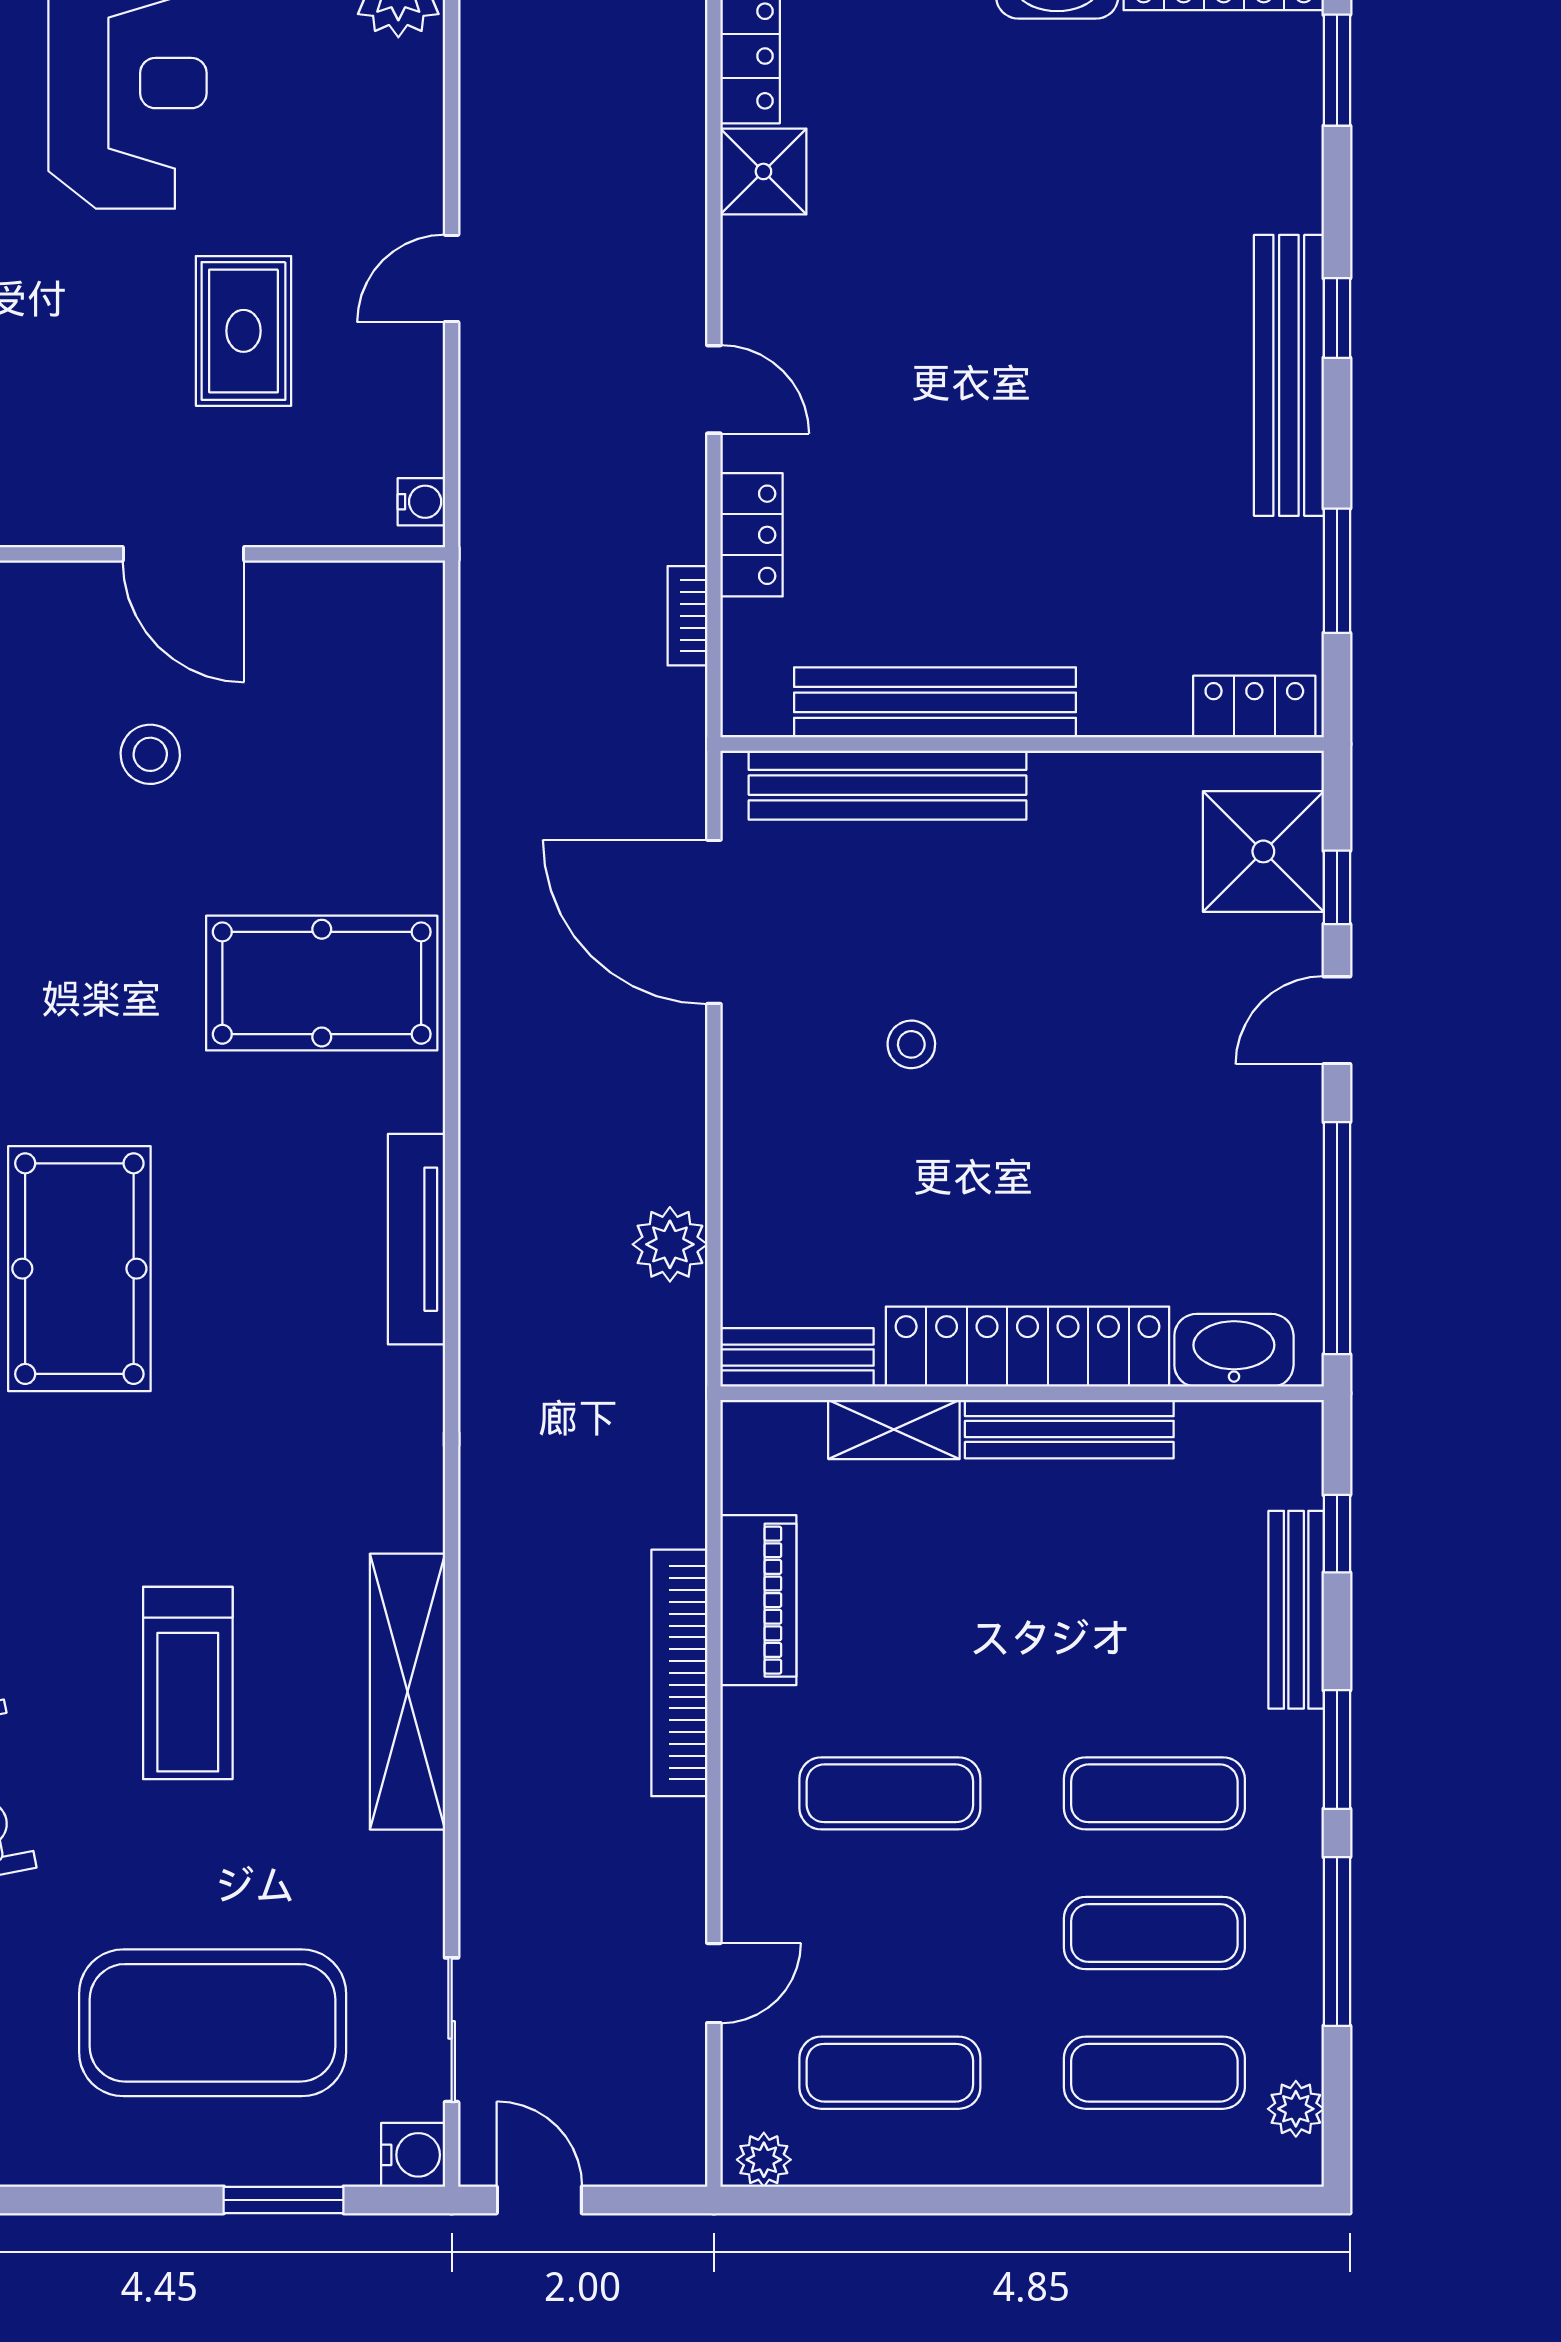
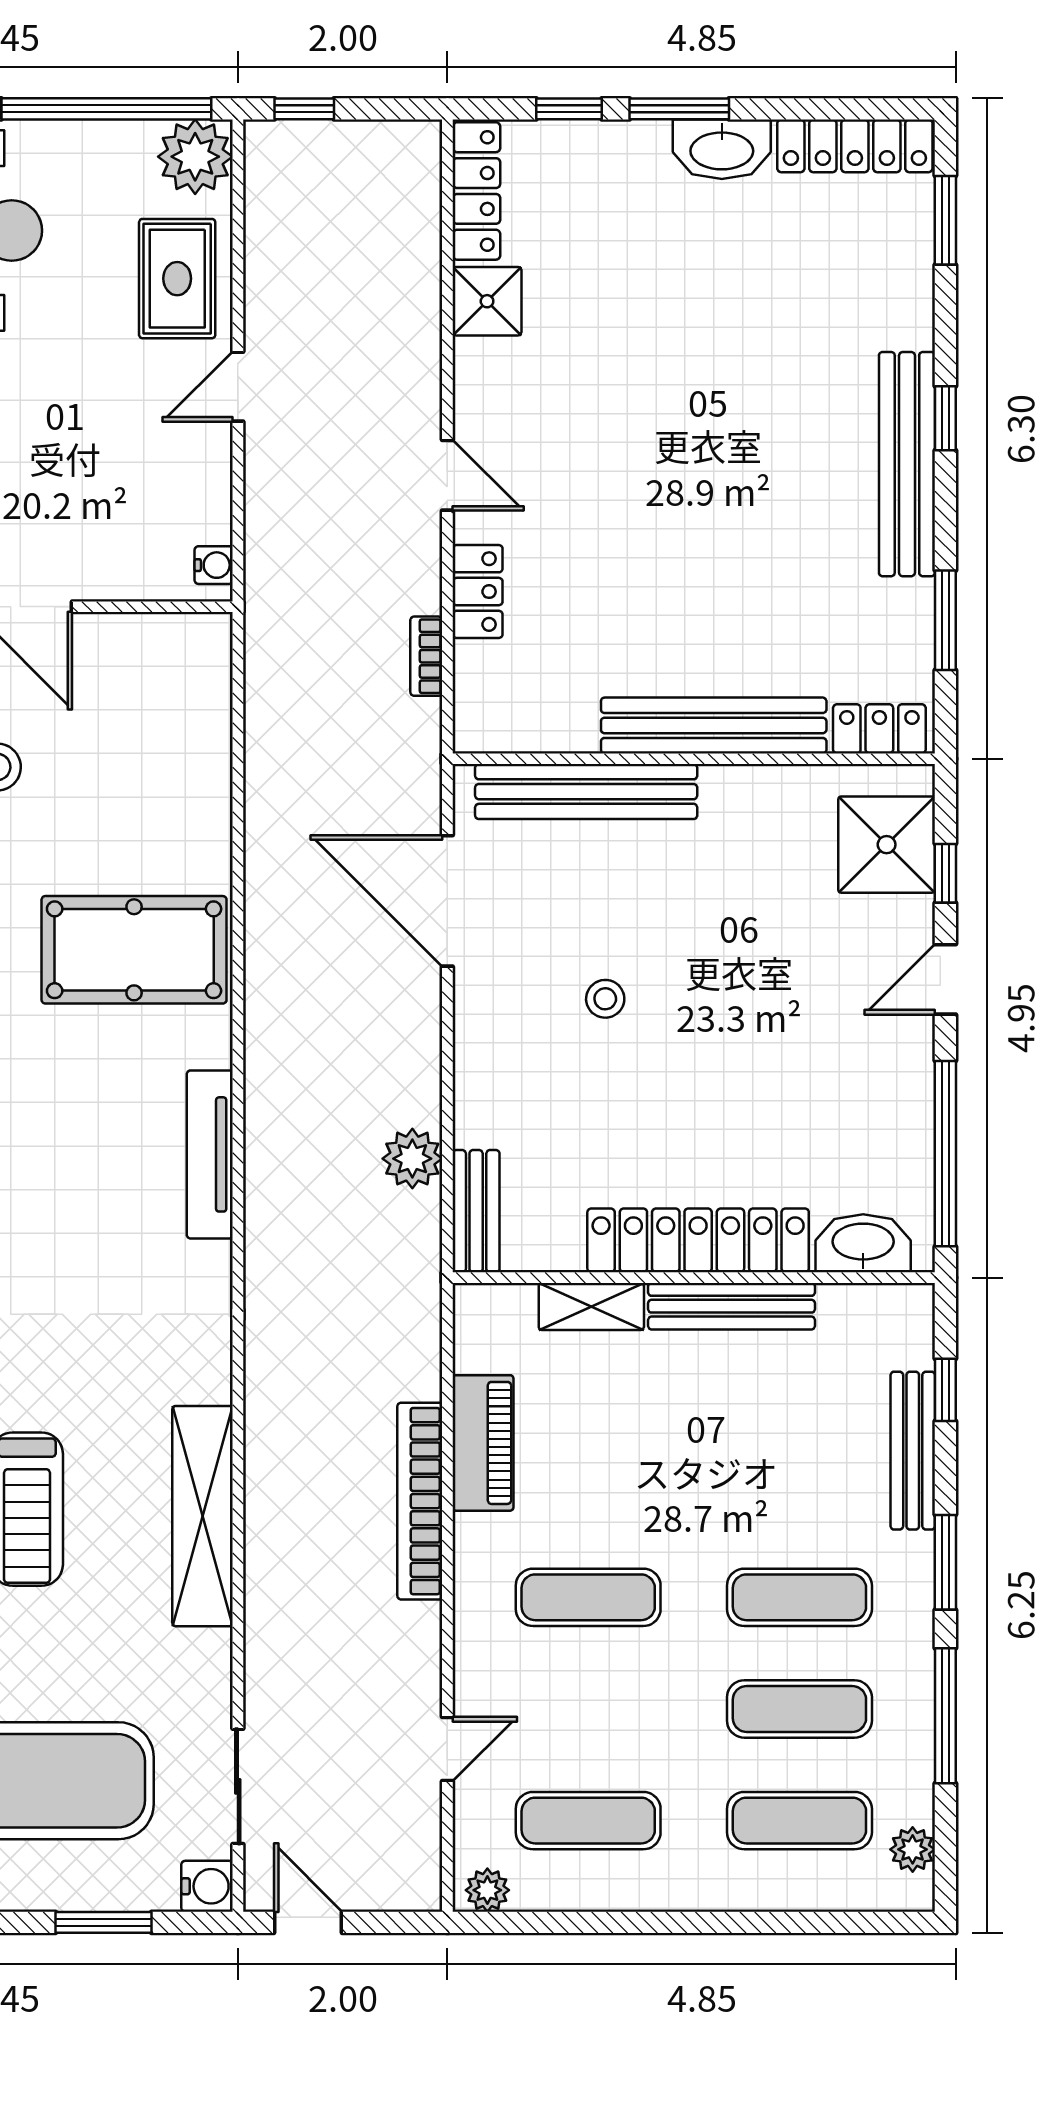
rug: (244, 331) -> (177, 279), moved
bench: (935, 702) -> (714, 725), moved
bench: (797, 1357) -> (476, 1211), moved, turned 90

